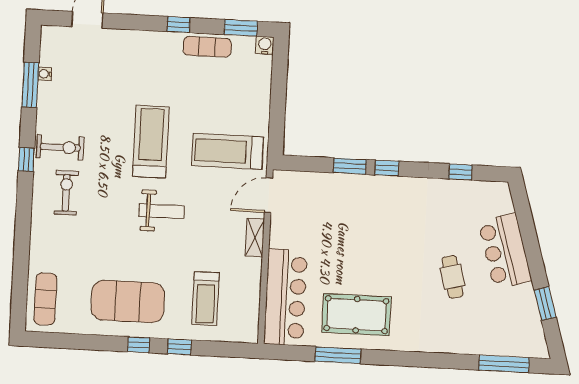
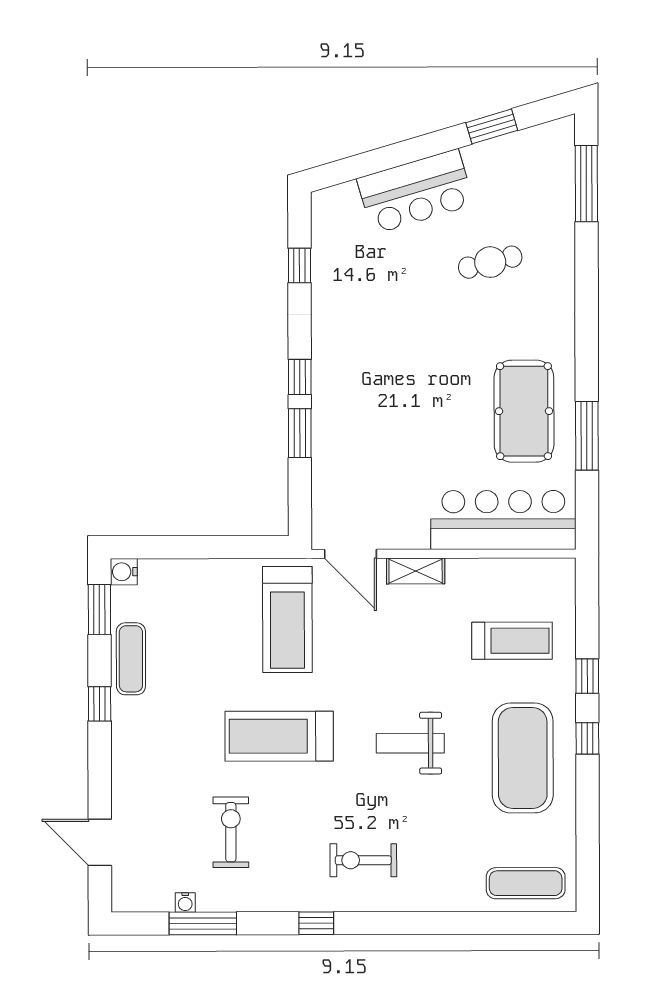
exercise bike: (60, 147) -> (231, 832), moved
weight bench: (162, 211) -> (410, 743), moved, turned -90
cafe table: (453, 277) -> (490, 262), moved

